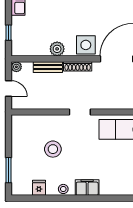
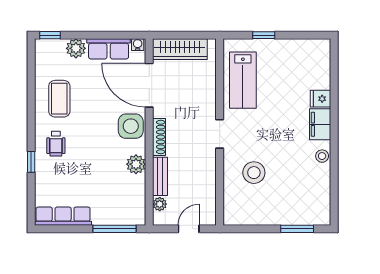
window: (8, 33) -> (114, 229), width x2.17
plant: (16, 67) -> (160, 204), moved
stool: (53, 149) -> (254, 173), moved
fridge: (39, 188) -> (320, 99), moved

